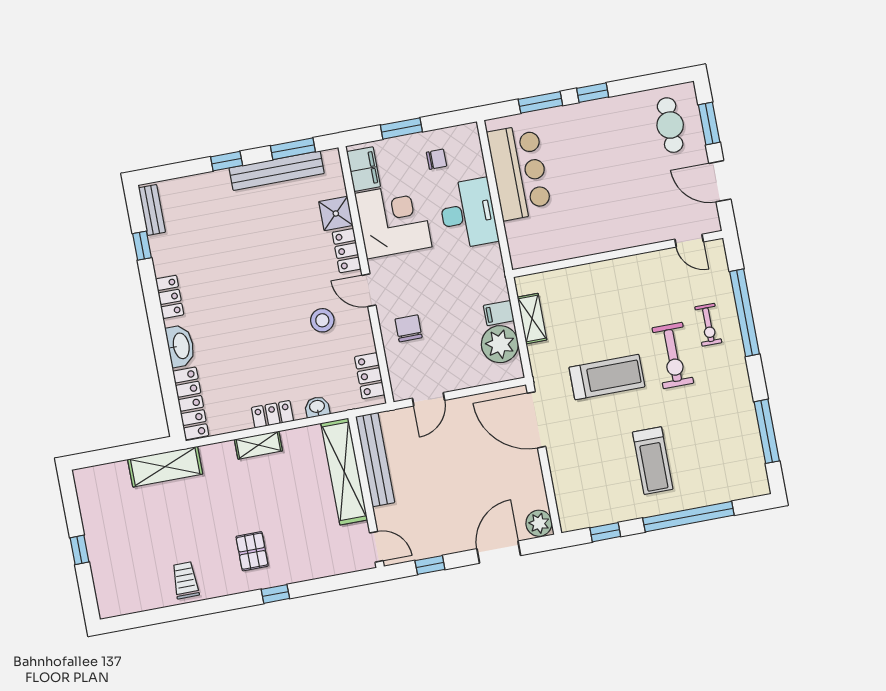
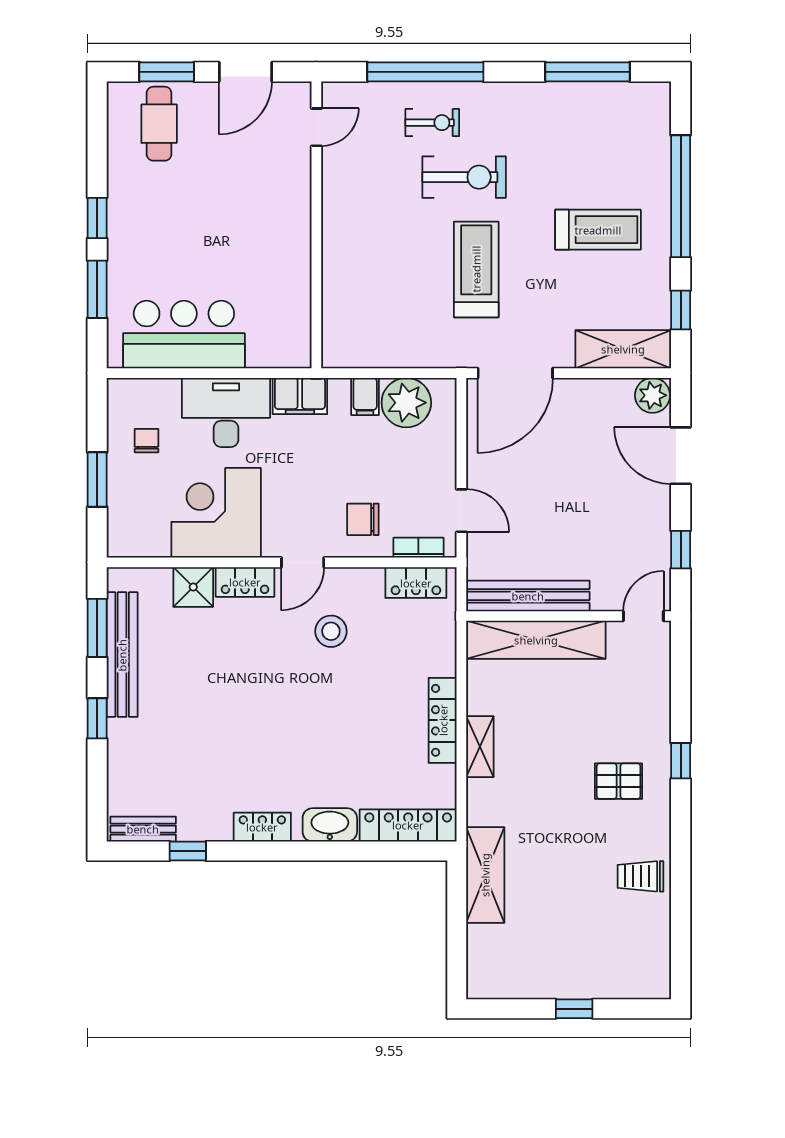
cafe table: (670, 125) -> (159, 124), turned 90
filing cabinet: (364, 169) -> (300, 396), moved, turned 180
shelving: (532, 319) -> (623, 349), moved, width x1.50, depth x1.33
bookcase: (395, 373) -> (418, 548), added
washbasin: (317, 407) -> (444, 660), removed
locker: (272, 414) -> (443, 720), width x1.53

